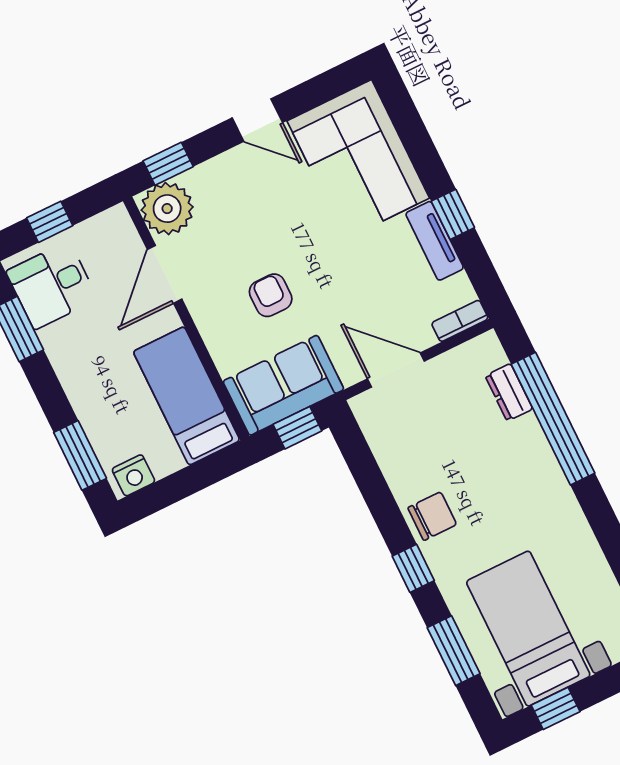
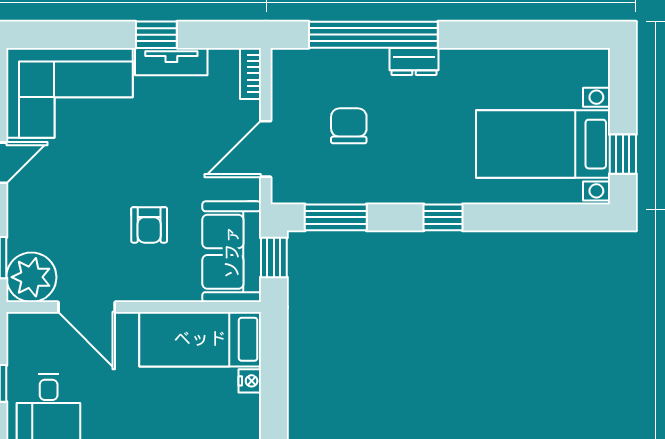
armchair: (271, 295) -> (149, 225), turned -90
dresser: (509, 392) -> (414, 61), moved
nightstand: (133, 475) -> (250, 381), moved, width x0.72, depth x0.74
chair: (432, 516) -> (349, 126), moved
window: (454, 651) -> (336, 217), moved

